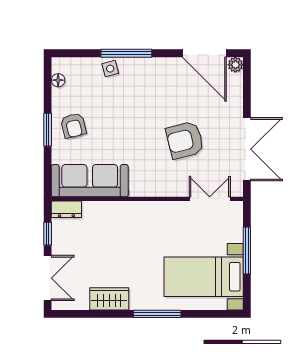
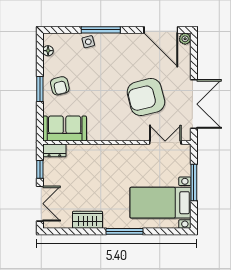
armchair: (185, 140) -> (146, 97), width x1.36, depth x1.36
sofa: (90, 181) -> (65, 128), width x0.73

